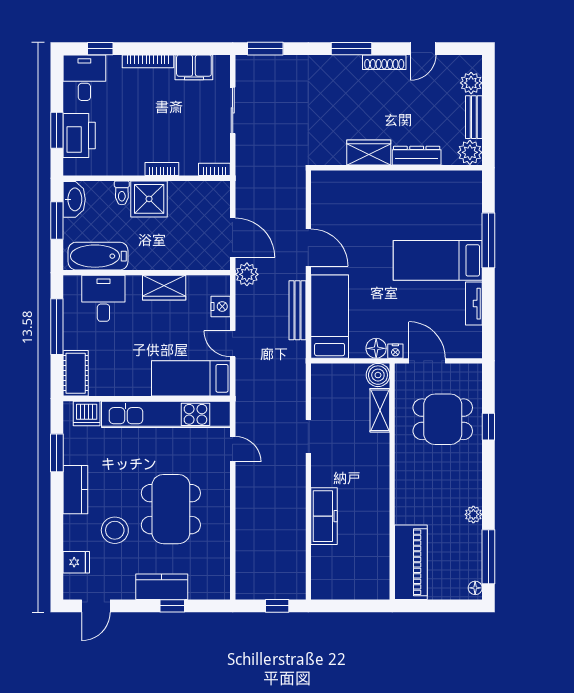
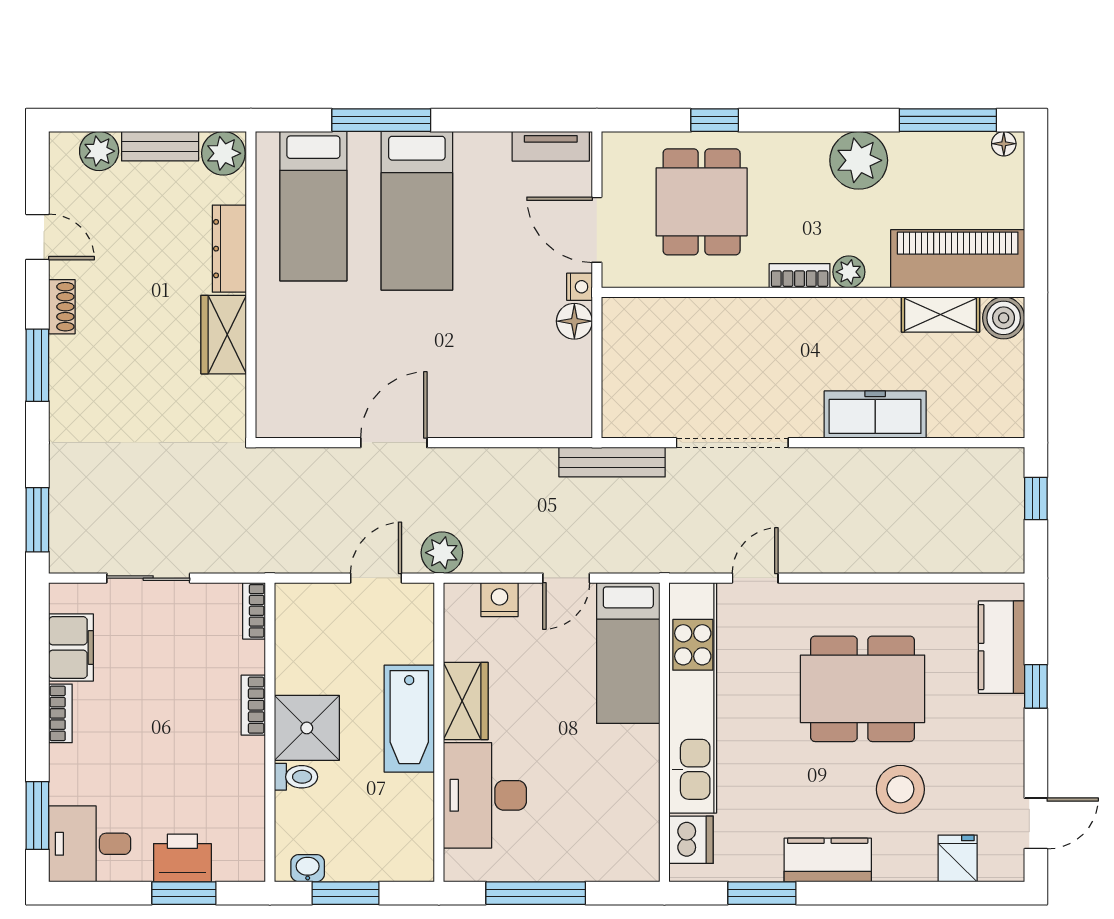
window: (100, 49) -> (37, 816), width x1.50
bookcase: (148, 61) -> (60, 713), width x0.64
shoe rack: (384, 62) -> (62, 307), width x0.70
printer: (79, 136) -> (182, 858), width x0.73, depth x0.84
washbasin: (74, 199) -> (308, 868), width x0.52, depth x0.69
door: (233, 238) -> (376, 578), width x0.73
bathtub: (98, 256) -> (409, 719), moved
desk: (103, 298) -> (485, 795), width x1.37
tv unit: (474, 304) -> (551, 146), moved
bench: (297, 310) -> (612, 462), moved
bed: (330, 317) -> (313, 206), moved, turned -90
door: (427, 361) -> (597, 230), hinge flipped
cot: (76, 373) -> (619, 860), removed
boiler: (378, 375) -> (1004, 318), moved
shelving: (380, 410) -> (941, 314), moved
doorway: (308, 436) -> (732, 443), width x1.88
bookcase: (402, 474) -> (800, 276), added
plant: (404, 501) -> (849, 272), added
plant: (473, 514) -> (859, 160), width x1.87, depth x1.87
kitchen counter: (162, 587) -> (1001, 647), moved
door: (96, 606) -> (1036, 823), hinge flipped

